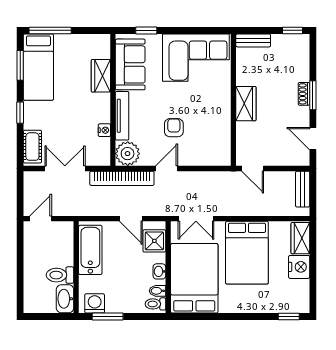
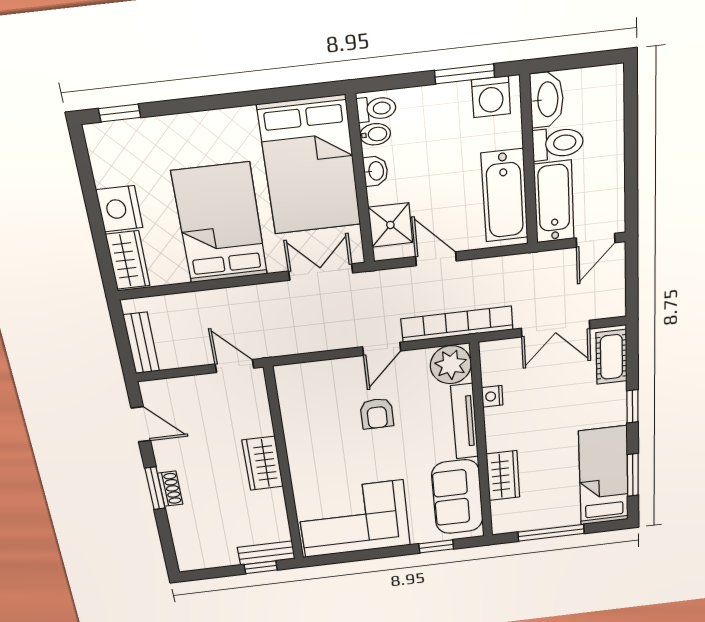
window: (50, 30) -> (551, 533), moved
window: (292, 30) -> (261, 567), moved
bathtub: (63, 243) -> (554, 202), added

